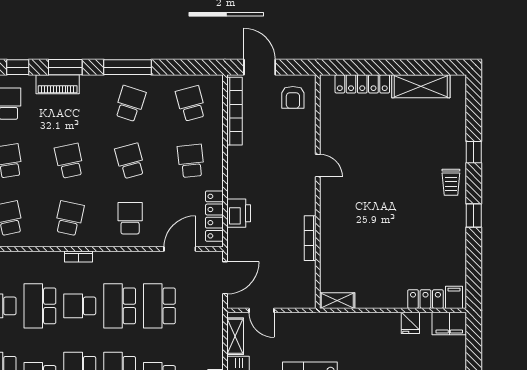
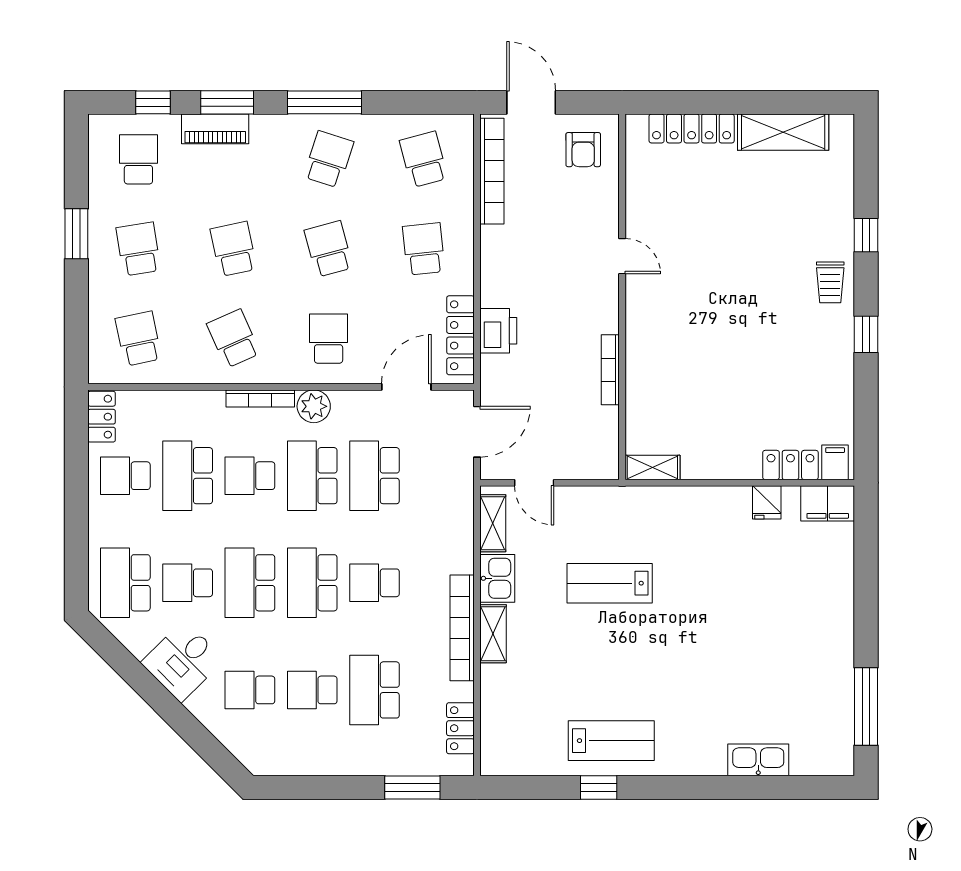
school desk: (69, 218) -> (234, 339), turned -36
bookcase: (78, 257) -> (260, 398), width x1.56
plant: (121, 262) -> (314, 406), added

